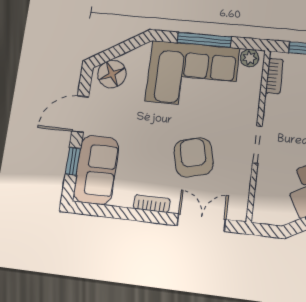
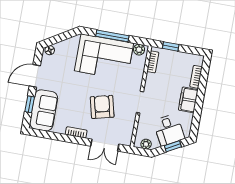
floor lamp: (112, 74) -> (50, 50), width x0.53, depth x0.53
plant: (273, 216) -> (146, 144), added
double door: (201, 223) -> (105, 145), swing flipped

